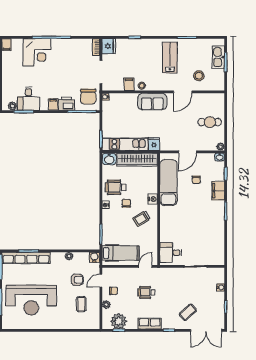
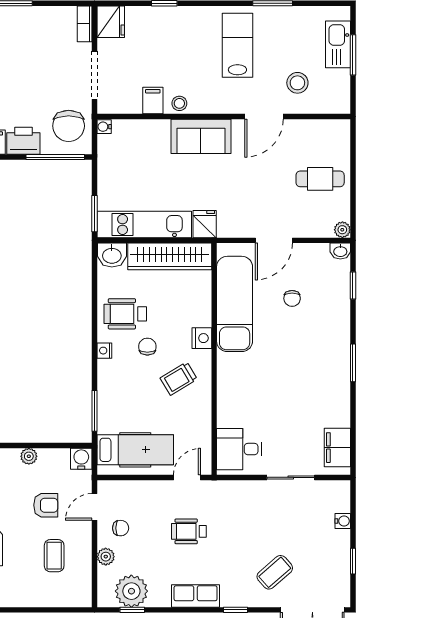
filing cabinet: (218, 191) -> (337, 448), moved

